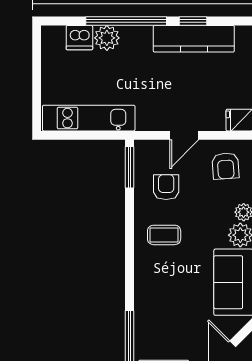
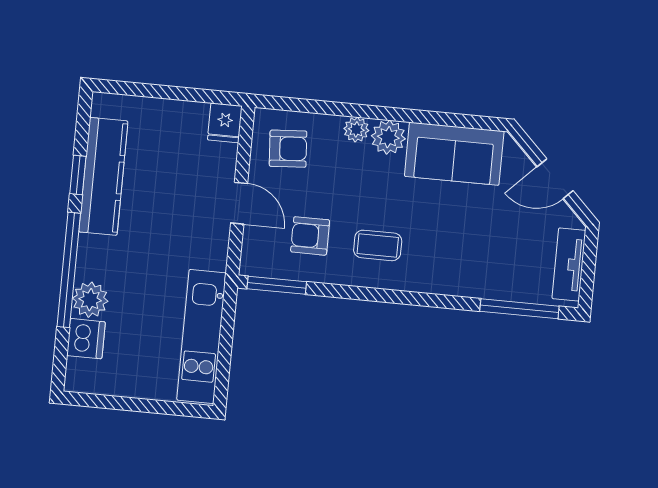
coffee table: (164, 235) -> (378, 245), turned 90

